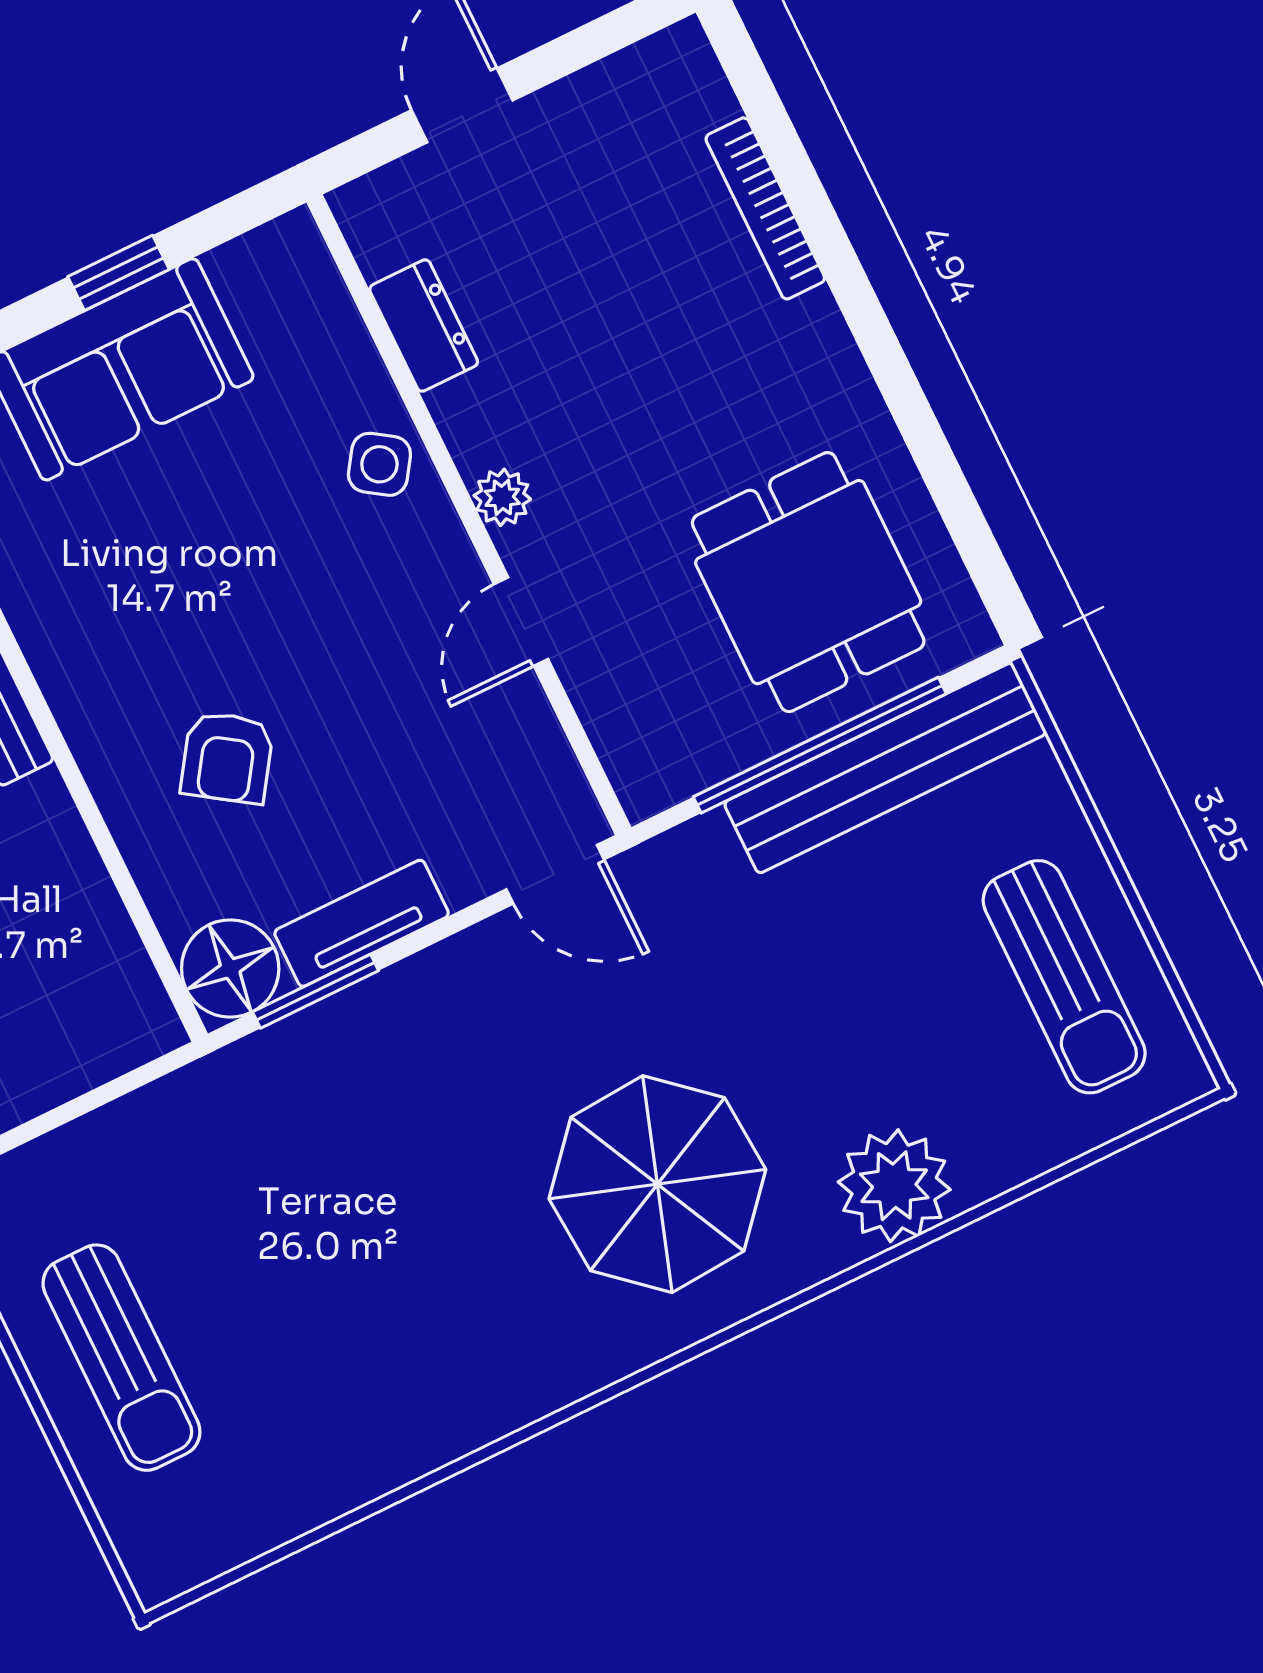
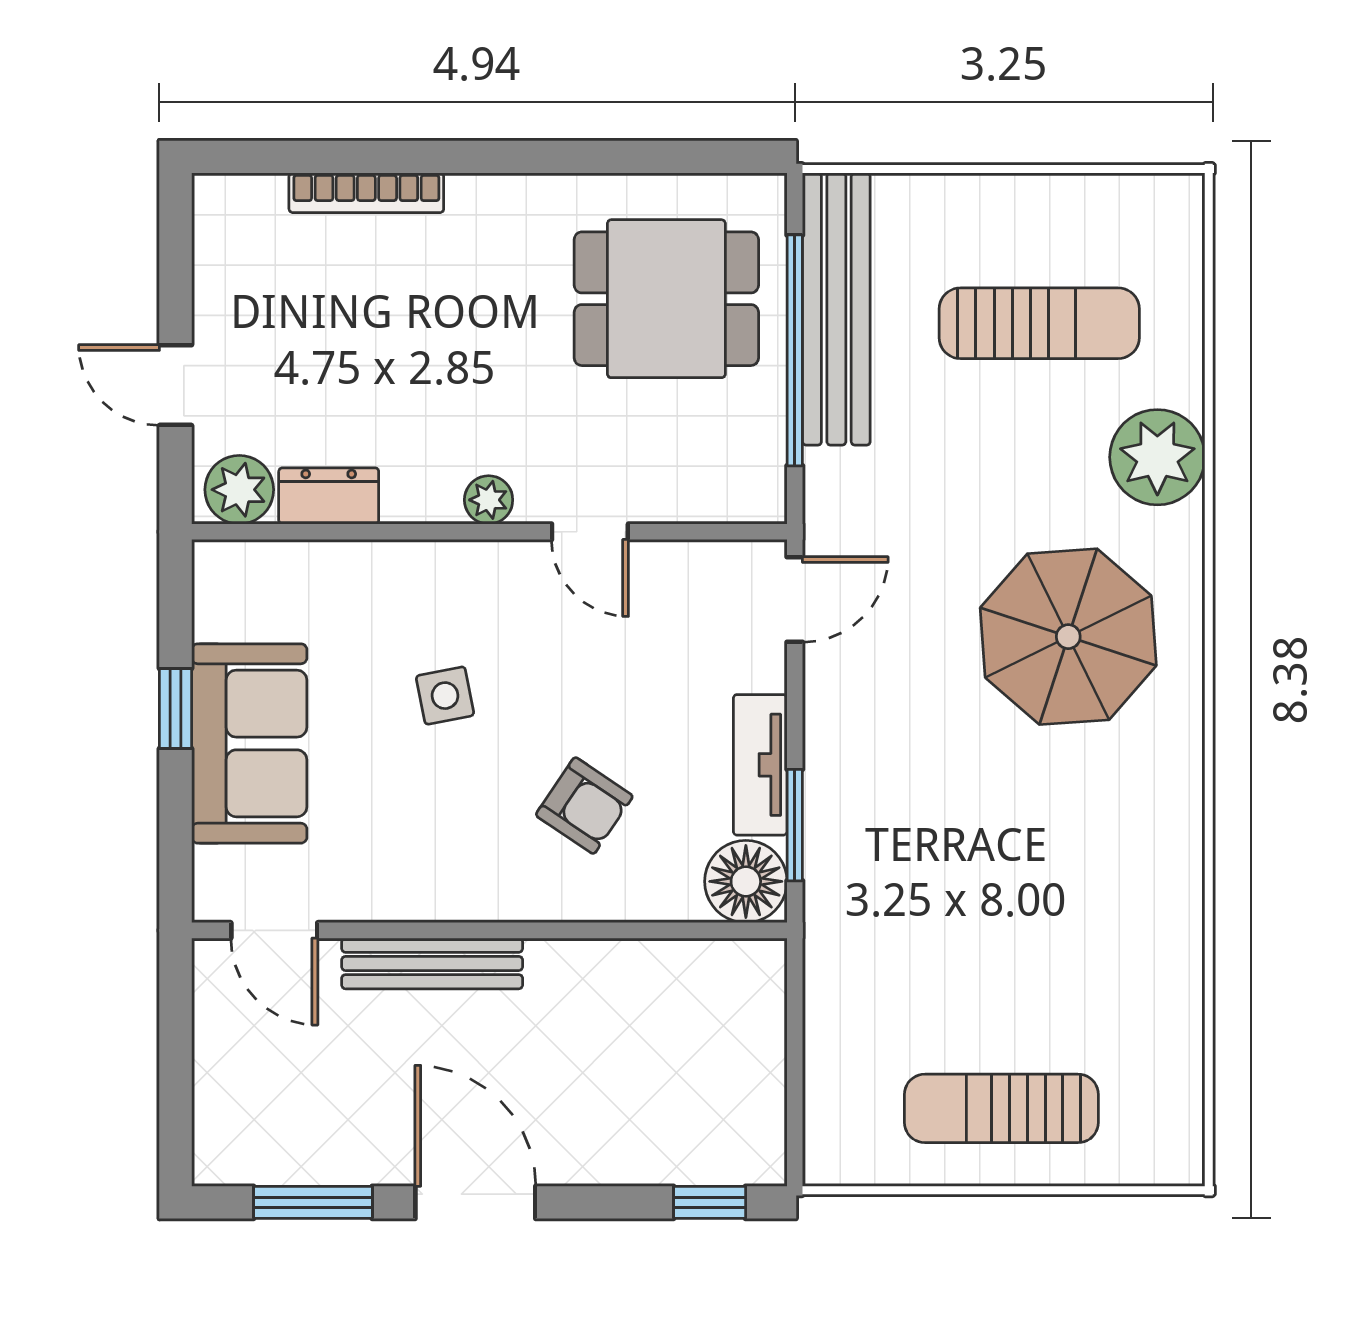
plant: (384, 227) -> (239, 490), added
side table: (379, 464) -> (445, 696), moved, turned 45
sun lounger: (1064, 977) -> (1039, 323), moved
sun lounger: (121, 1358) -> (1001, 1108), turned 180

